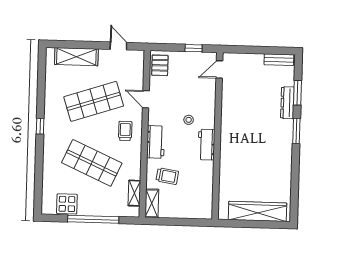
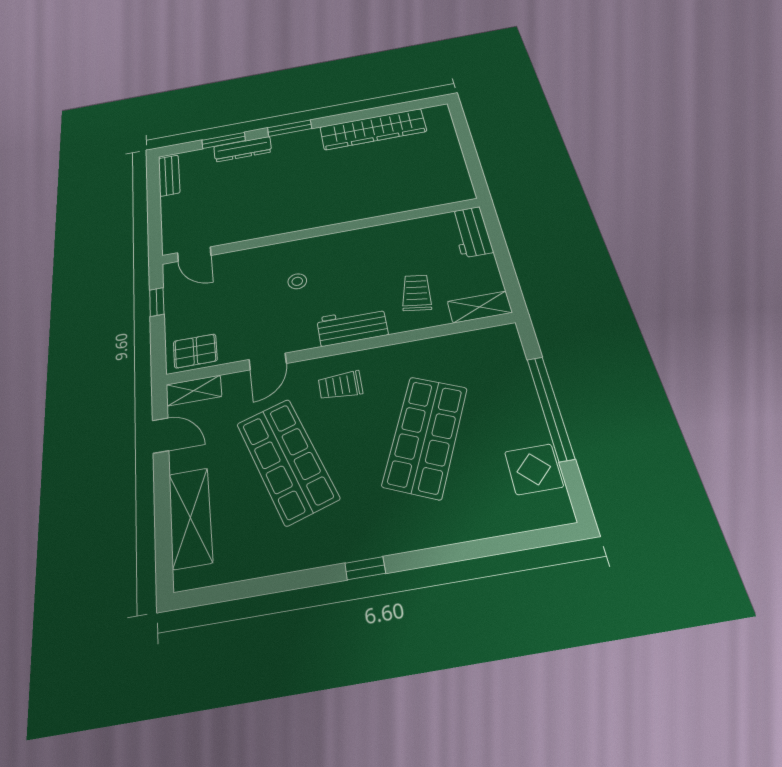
door: (118, 46) -> (160, 435), swing flipped
workbench: (206, 145) -> (471, 232), moved, turned 90
shelving: (134, 193) -> (194, 391), moved
wardrobe: (257, 211) -> (373, 129), moved, turned -90

